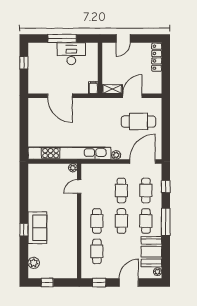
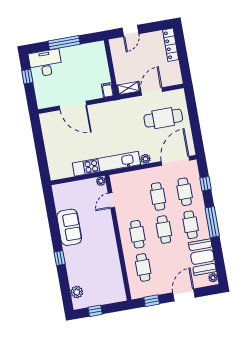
desk: (71, 54) -> (45, 63), moved
kitchen unit: (70, 153) -> (106, 164), width x0.73
sofa: (37, 228) -> (69, 227), moved

